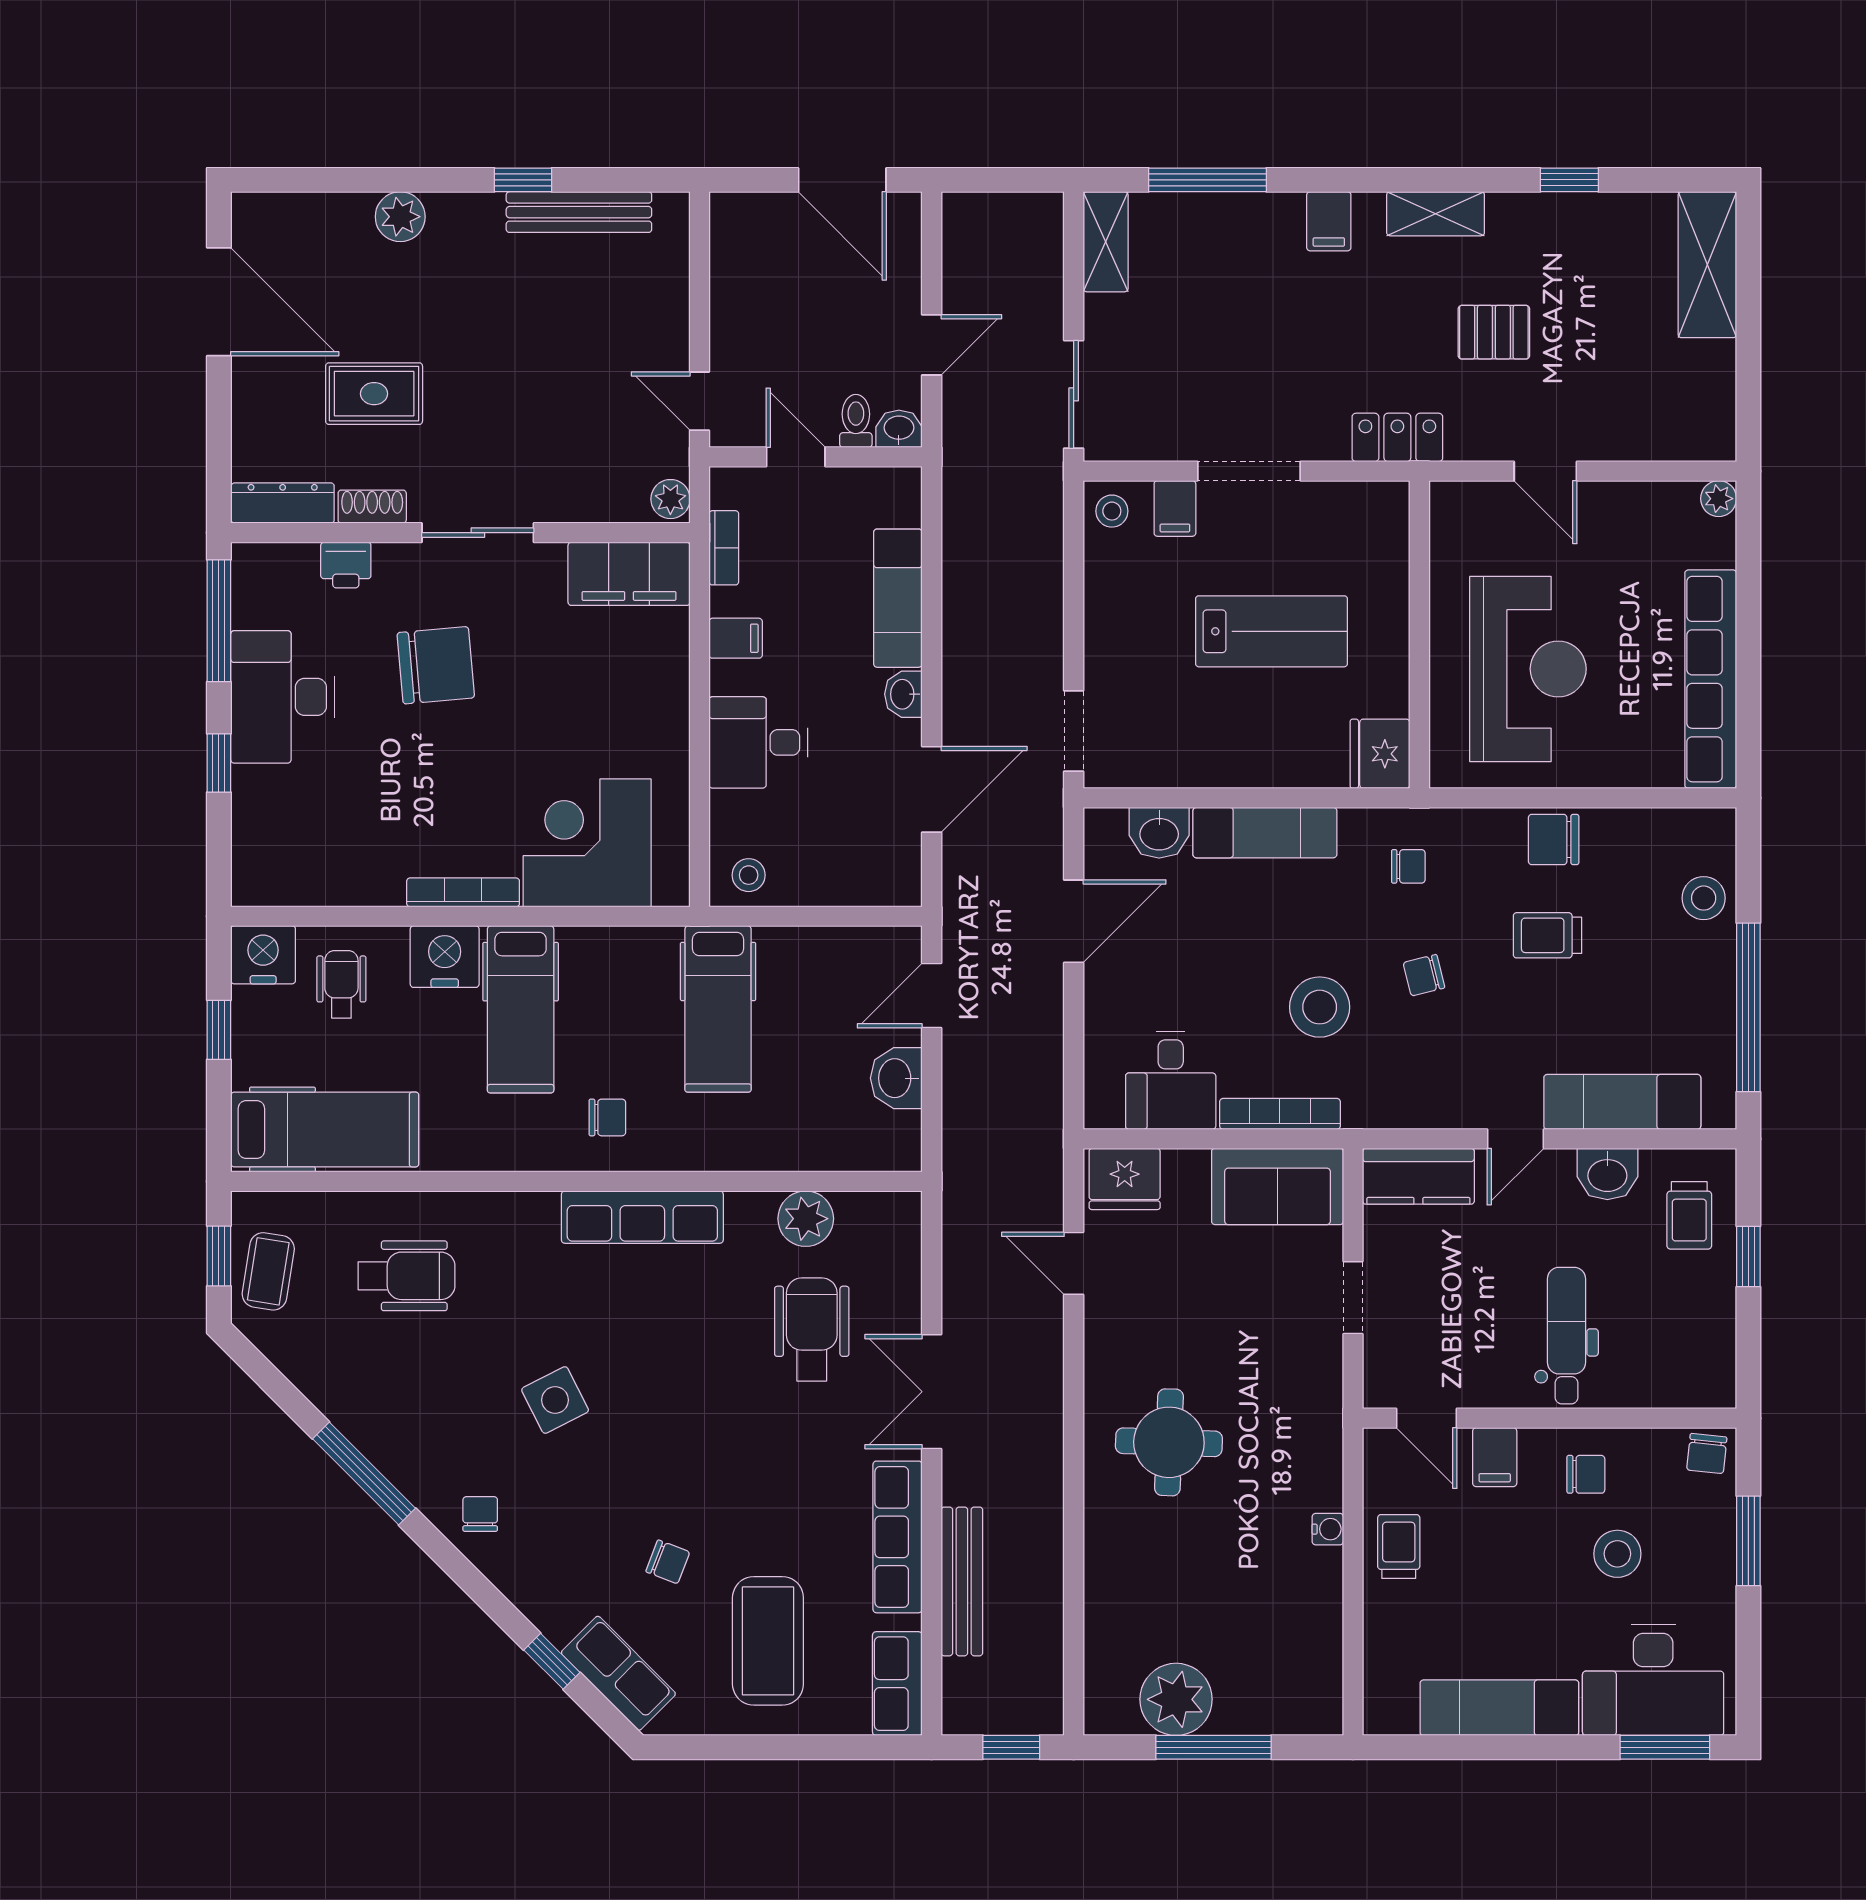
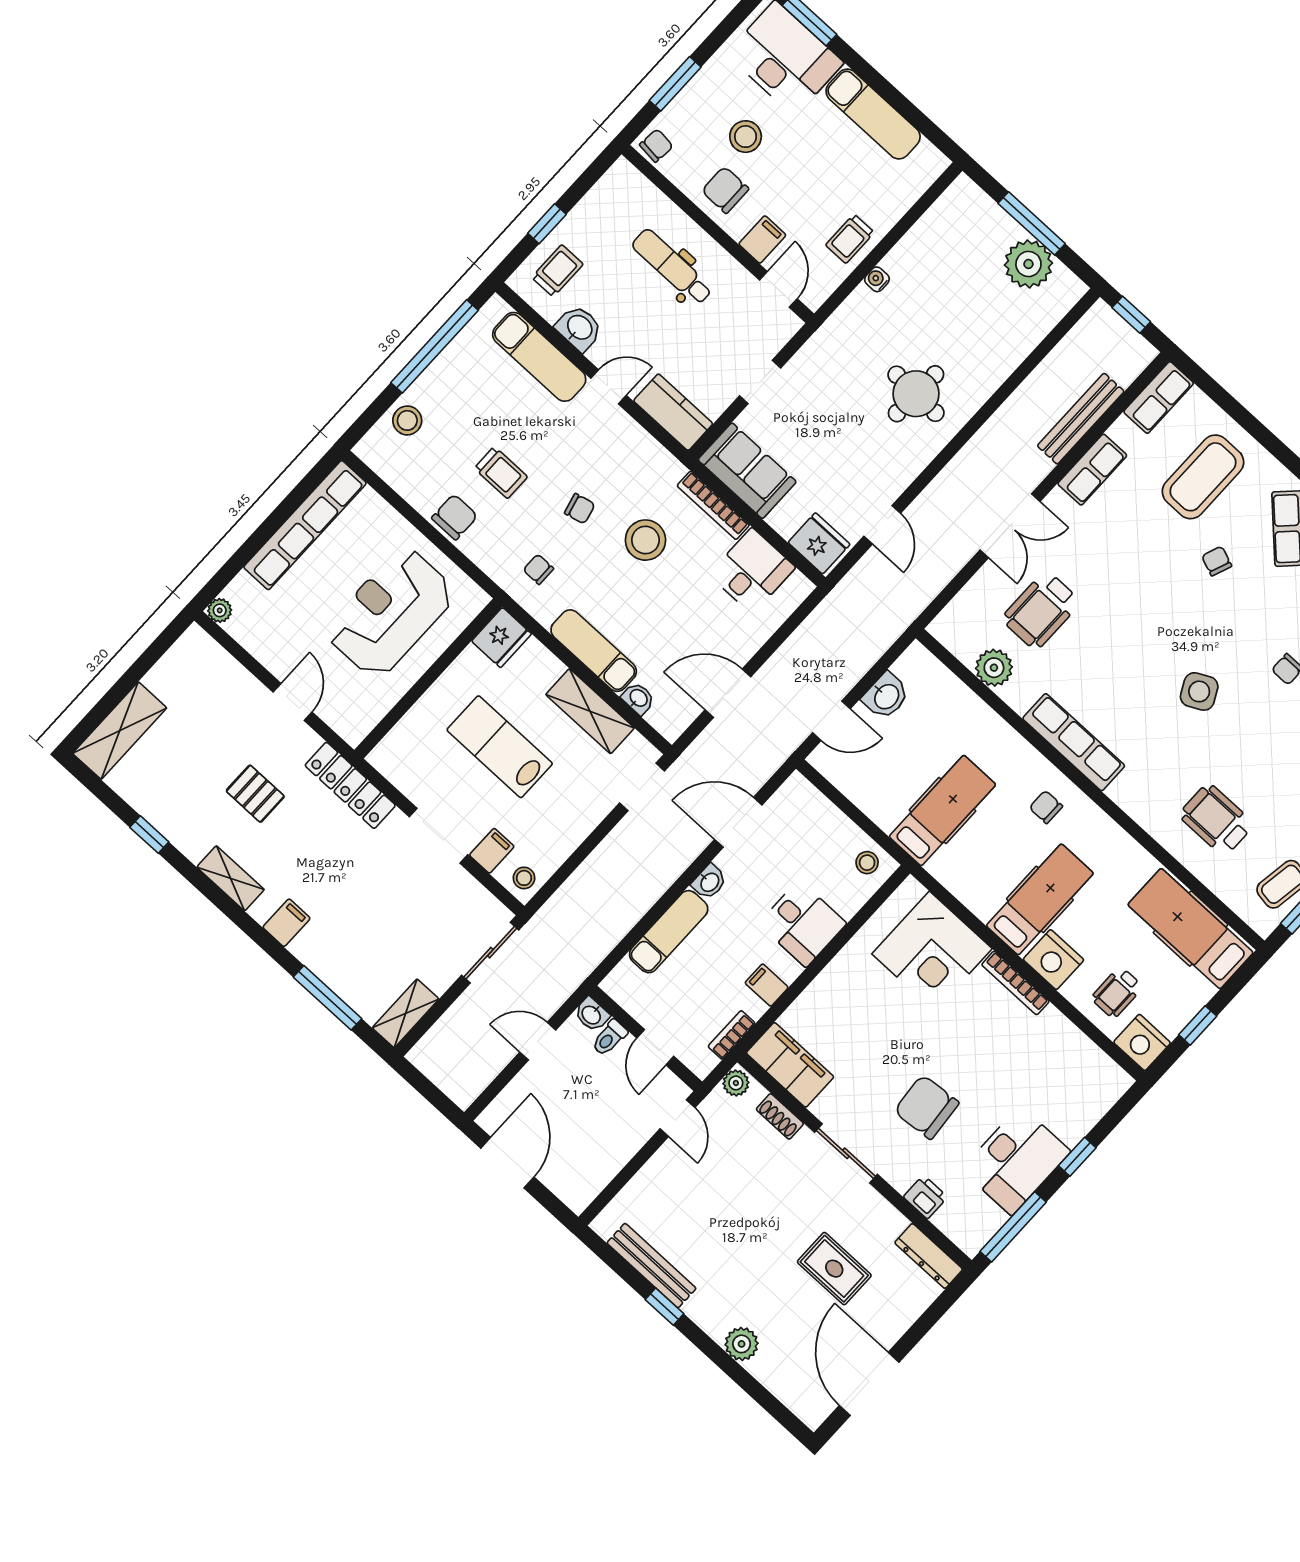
locker: (1397, 437) -> (350, 785), width x1.53
shoe rack: (372, 507) -> (780, 1116), moved
shelving: (1208, 762) -> (590, 711), added
washbasin: (1159, 833) -> (638, 698), width x0.72, depth x0.69
chair: (1554, 839) -> (455, 517), turned -90
dental chair: (1567, 1336) -> (672, 267), turned 90
chair: (1586, 1474) -> (725, 190), width x1.37, depth x1.37
row of seats: (898, 1537) -> (1092, 470), width x0.68

